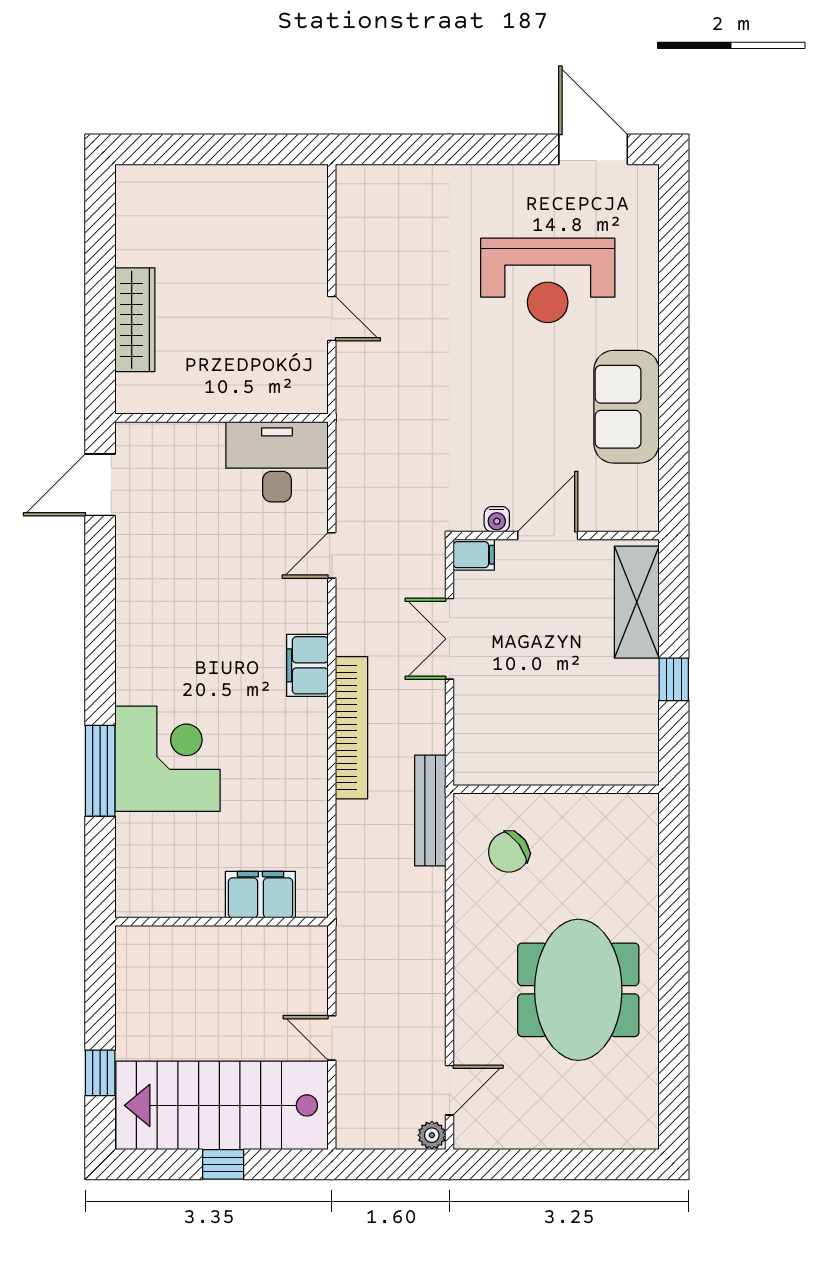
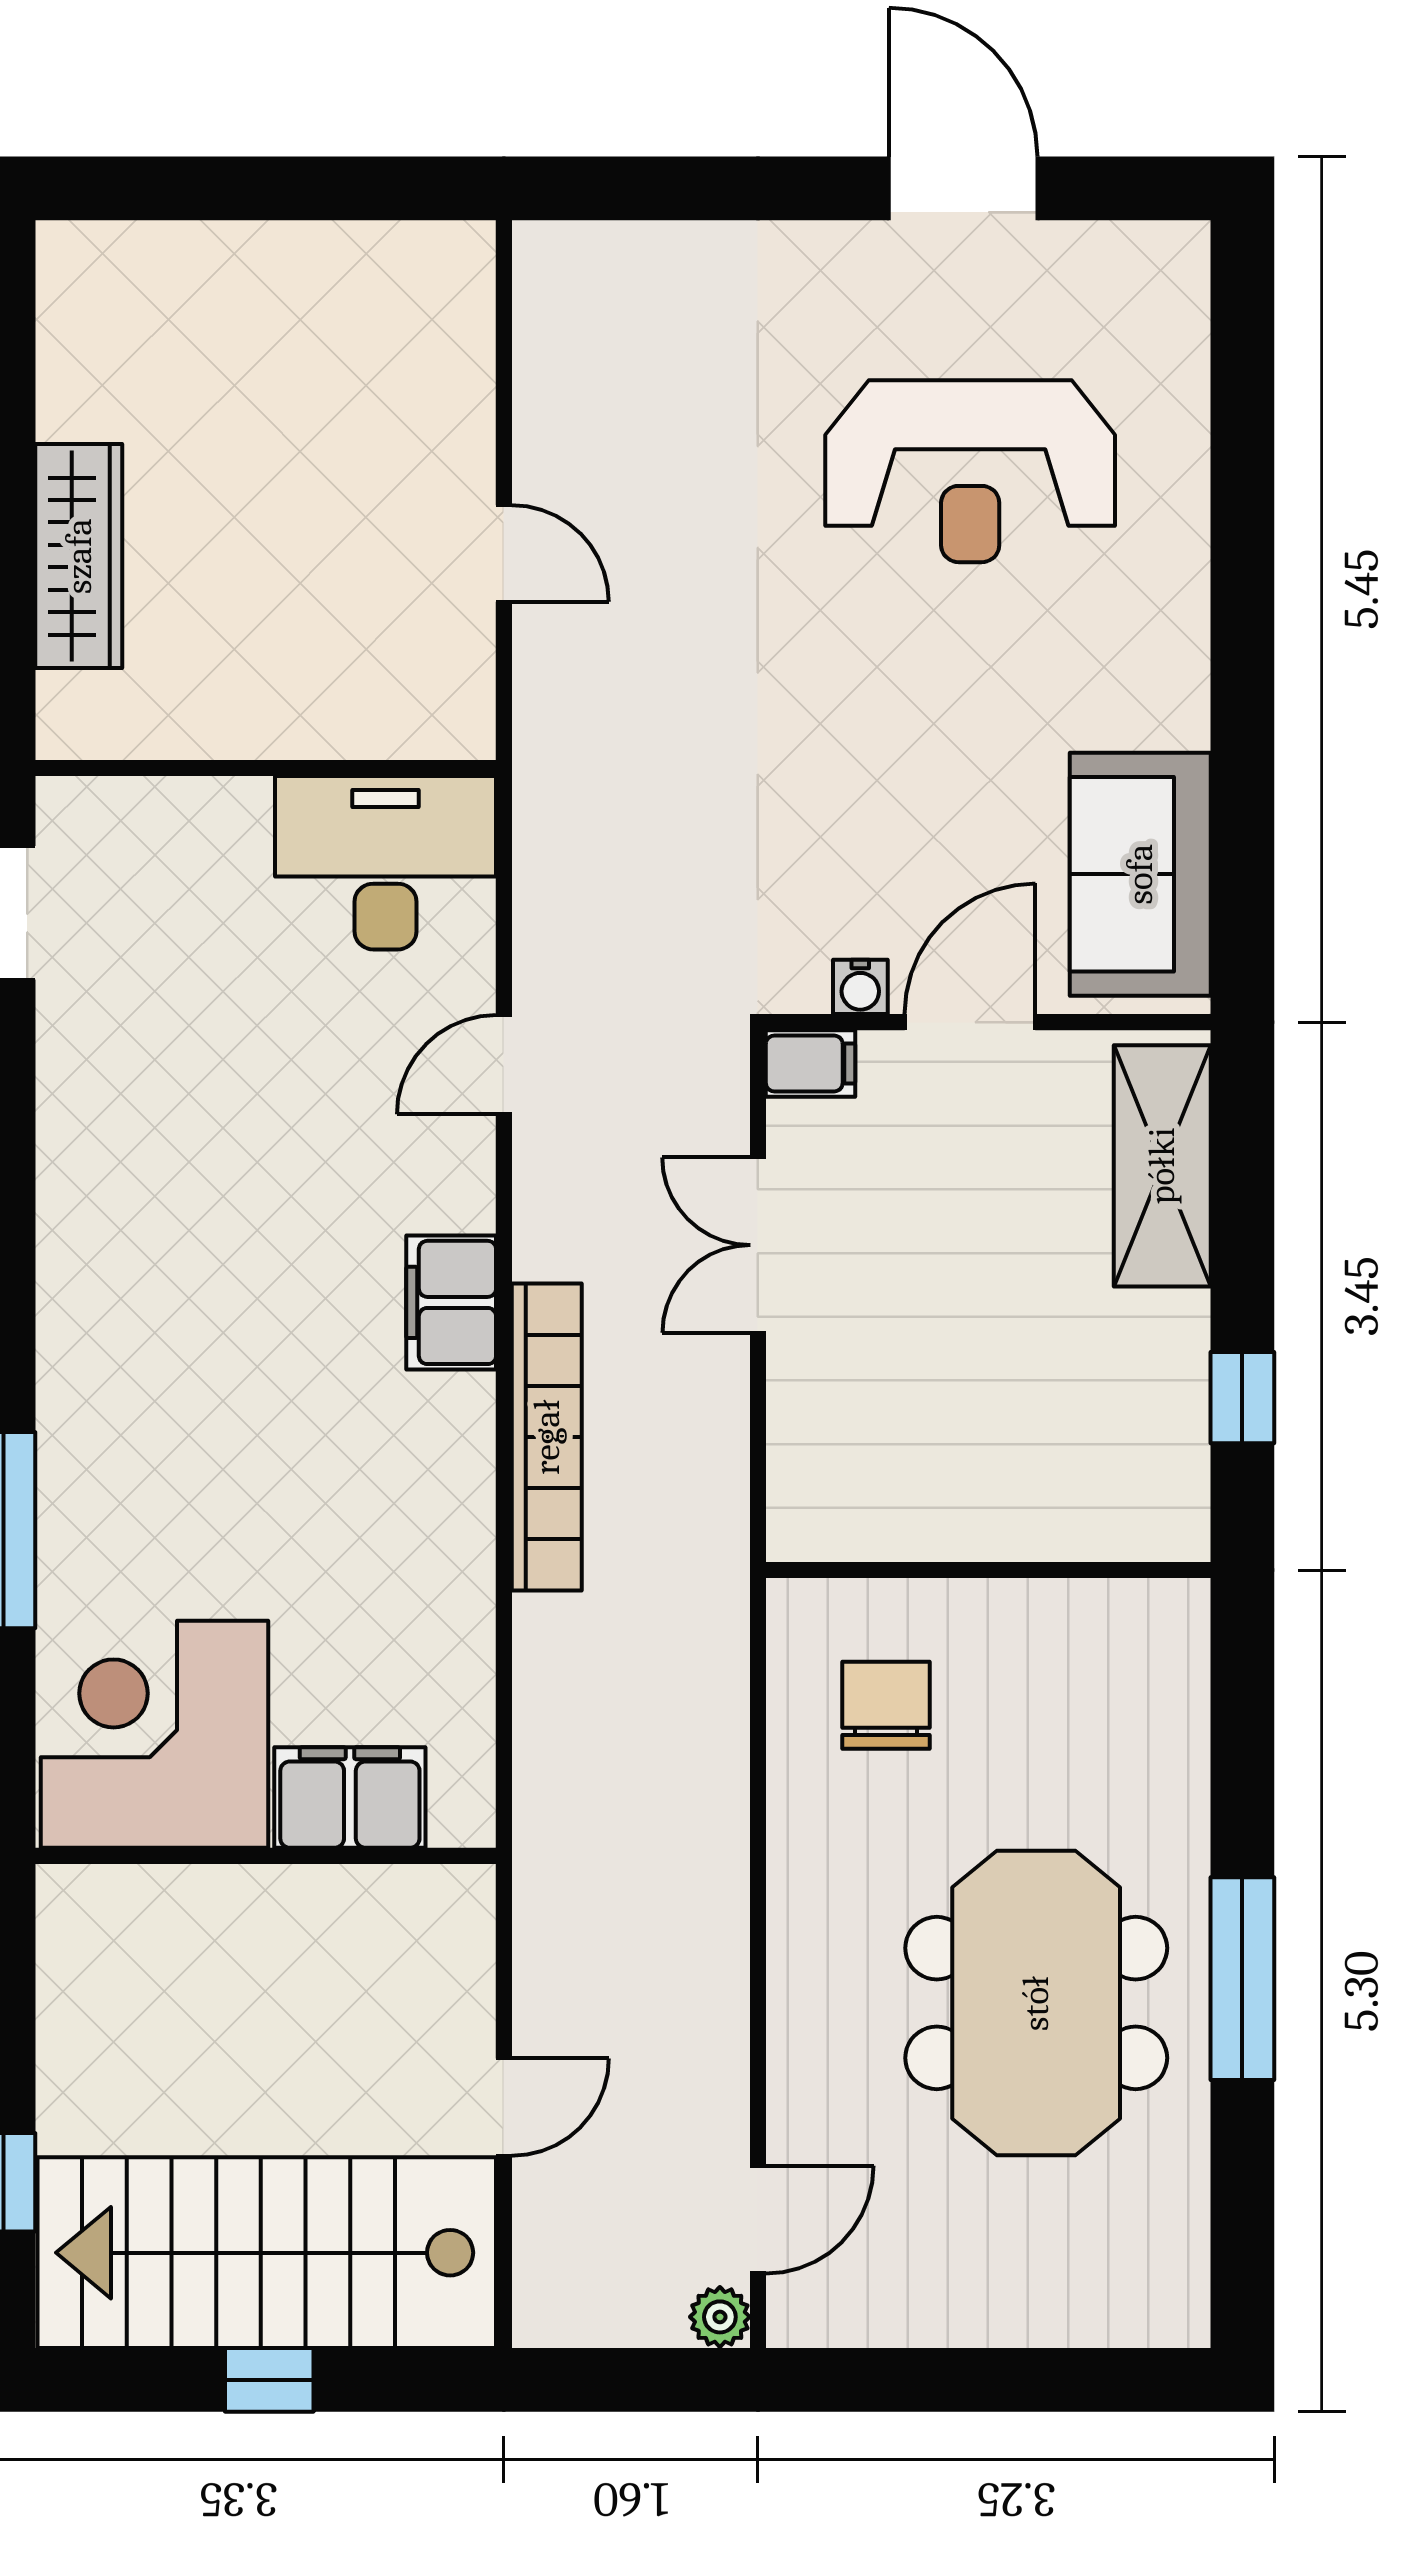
door: (593, 149) -> (963, 188), moved
sofa: (626, 407) -> (1140, 874), moved
window: (674, 679) -> (1242, 1398), moved
corner desk: (167, 759) -> (154, 1734), moved, turned -90
bench: (430, 811) -> (716, 1616), removed
chair: (509, 852) -> (886, 1705), turned 126
window: (674, 979) -> (1242, 1979), added
door: (332, 1038) -> (504, 2107), swing flipped

